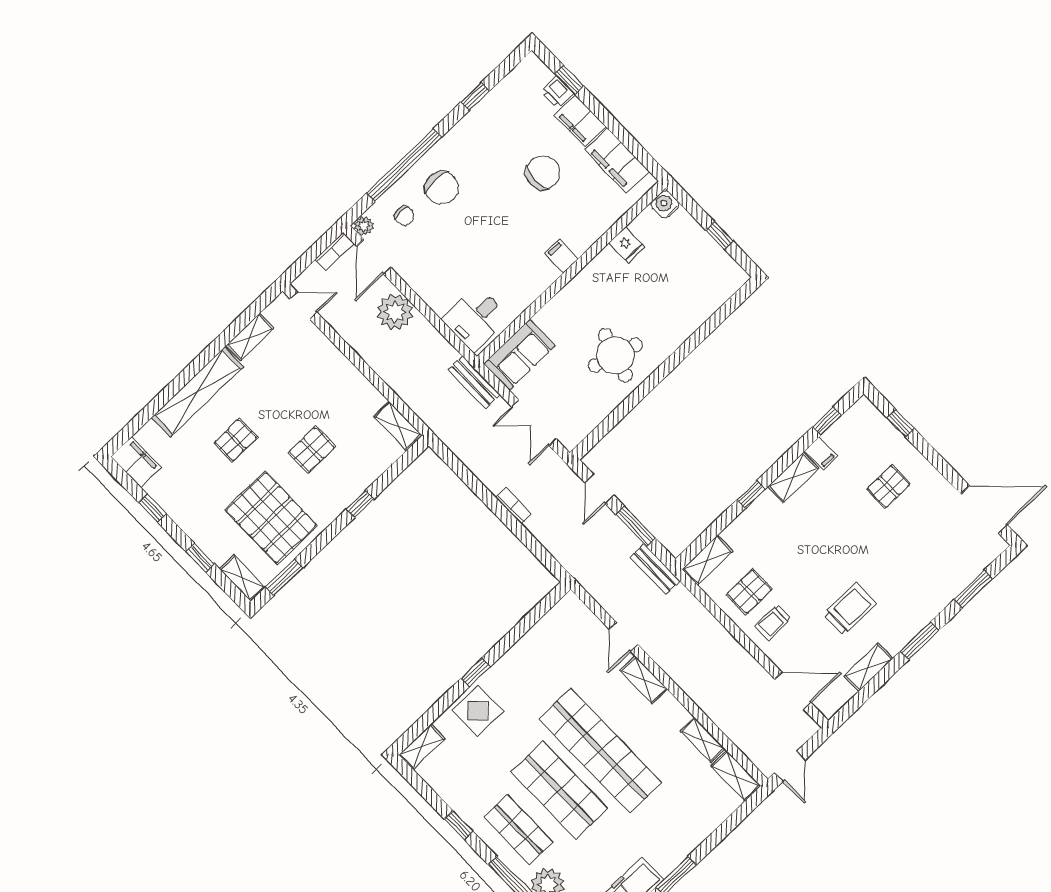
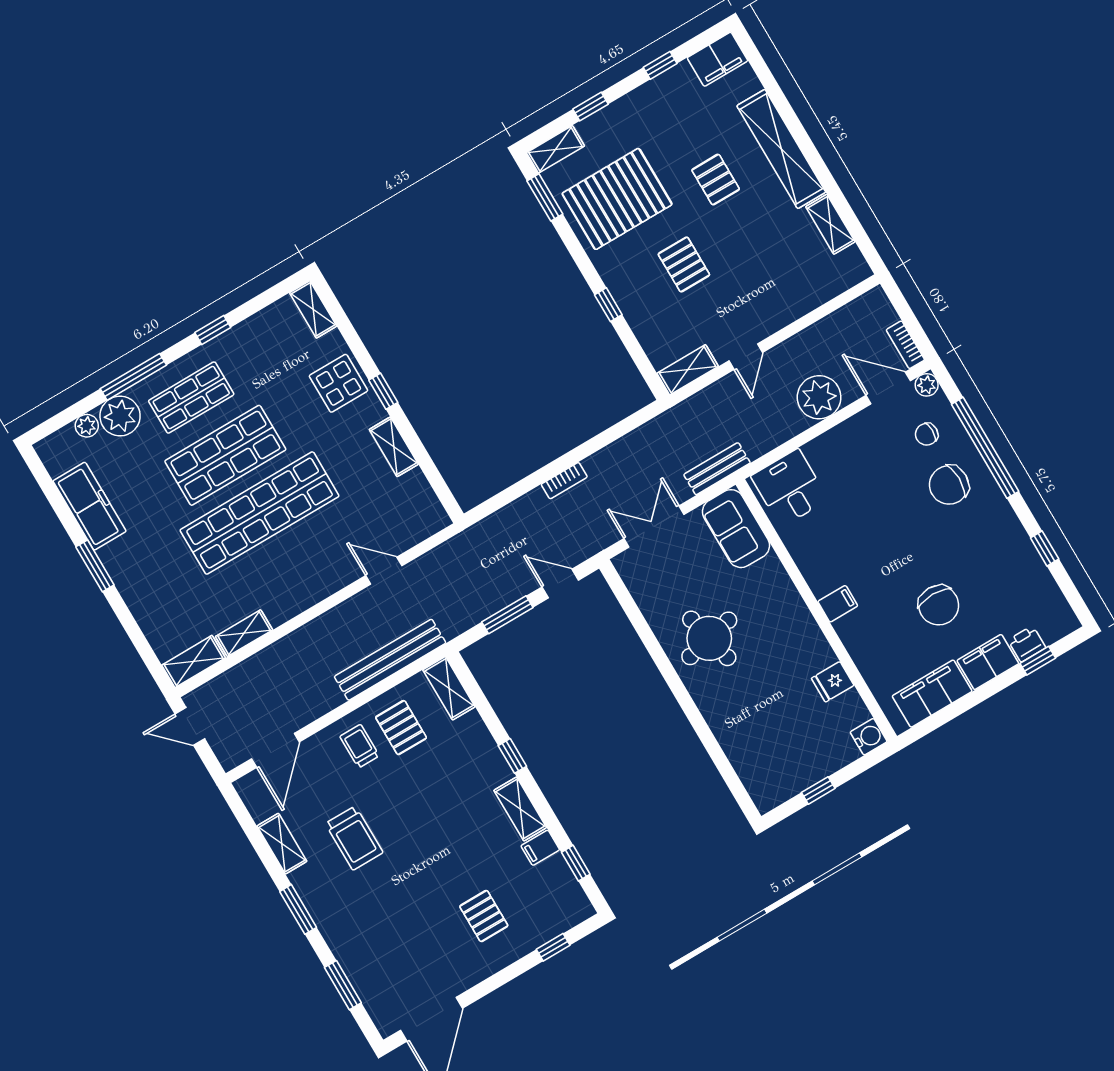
door: (304, 306) -> (746, 357), moved
round table: (615, 355) -> (709, 638), turned -30
bench: (655, 569) -> (390, 660), moved, width x1.86, depth x1.21
shelving: (644, 680) -> (394, 447), moved, turned 90

